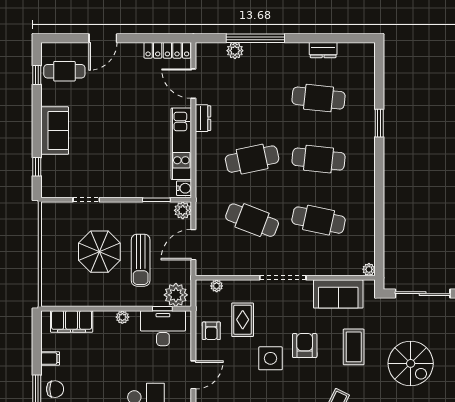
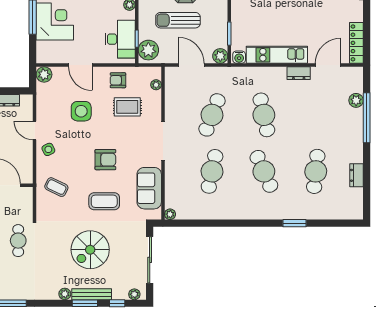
cafe table: (319, 159) -> (264, 171), turned -30
side table: (270, 358) -> (81, 111), moved

